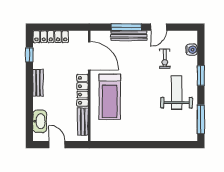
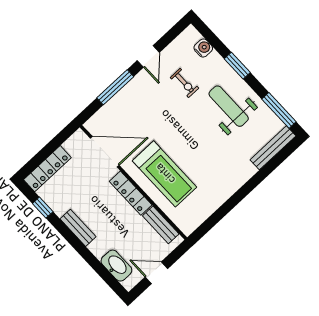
bench: (129, 36) -> (273, 148), moved

